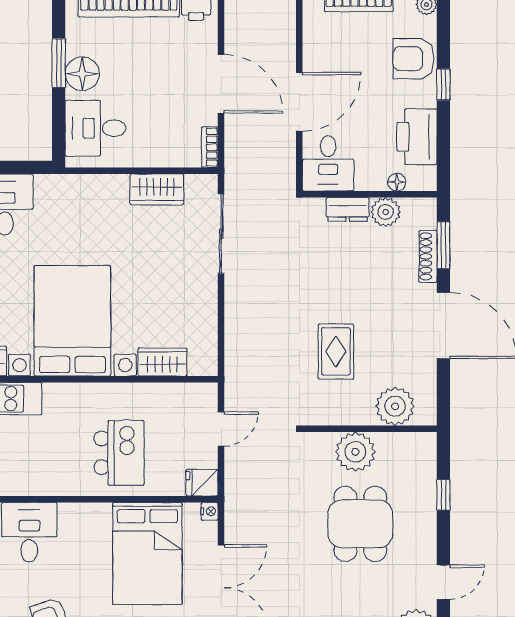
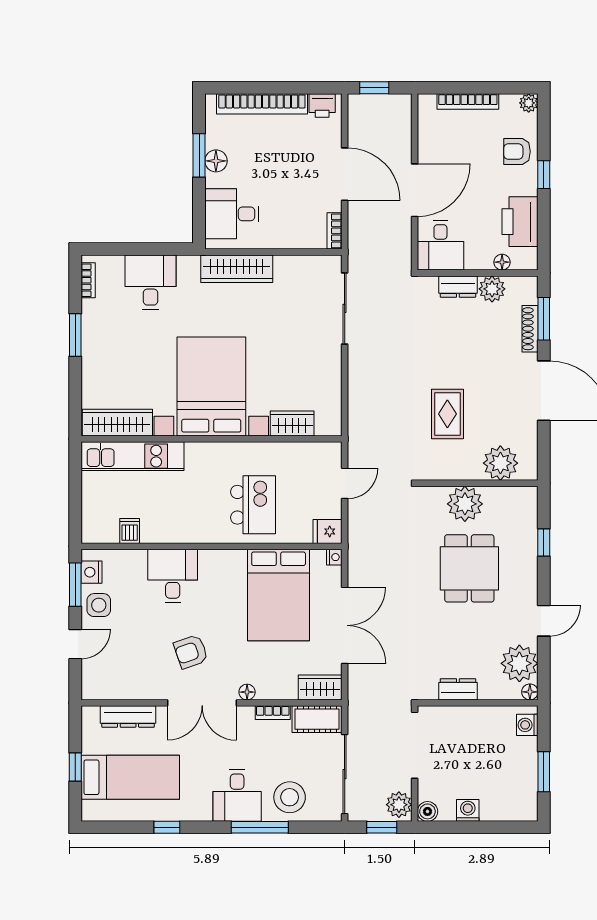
armchair: (413, 59) -> (517, 152), width x0.72, depth x0.72
floor lamp: (82, 74) -> (216, 161), width x0.73, depth x0.73
wardrobe: (157, 189) -> (237, 269), moved, width x1.50

